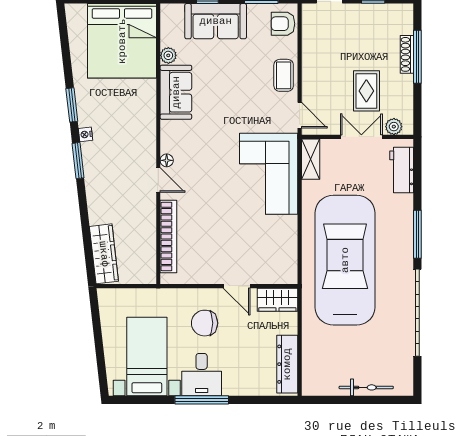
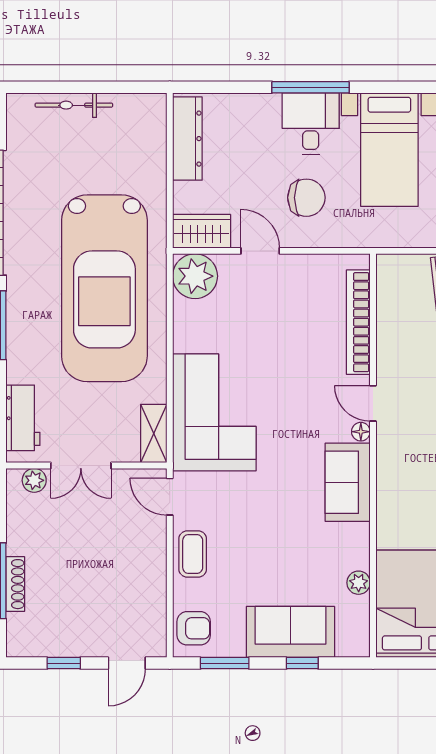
rug: (366, 91) -> (74, 532), removed
sofa: (176, 92) -> (348, 482), moved
plant: (282, 268) -> (195, 276), added

